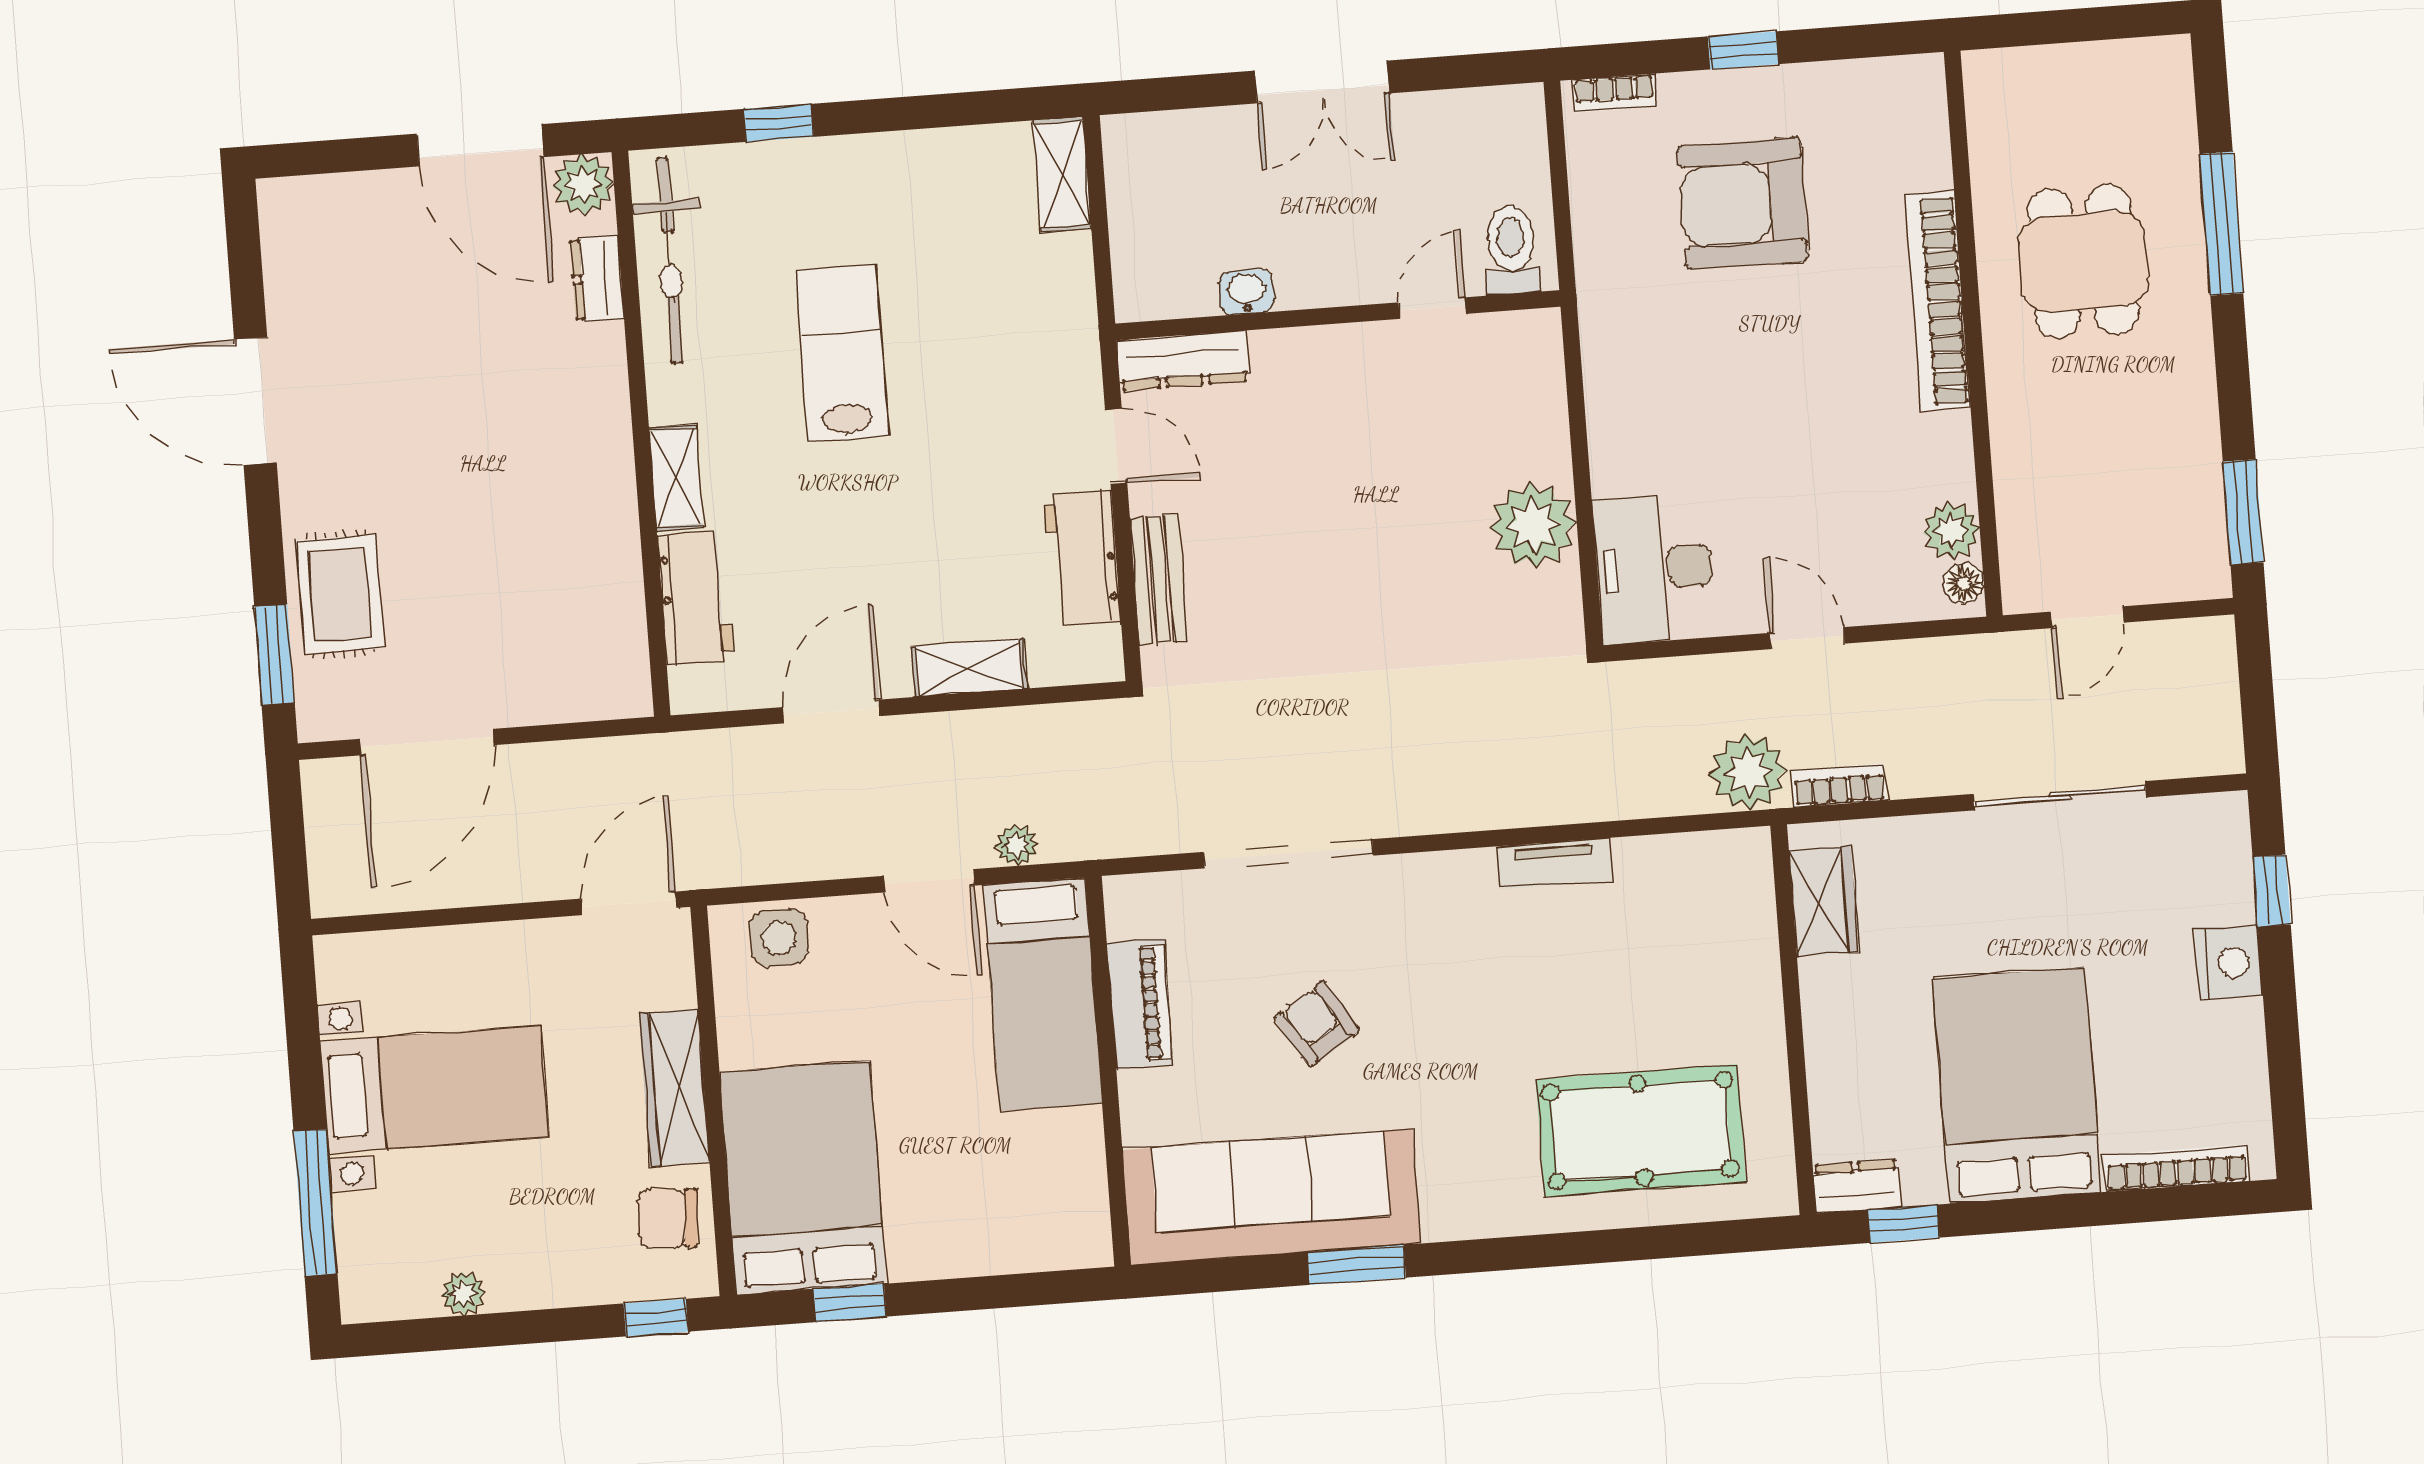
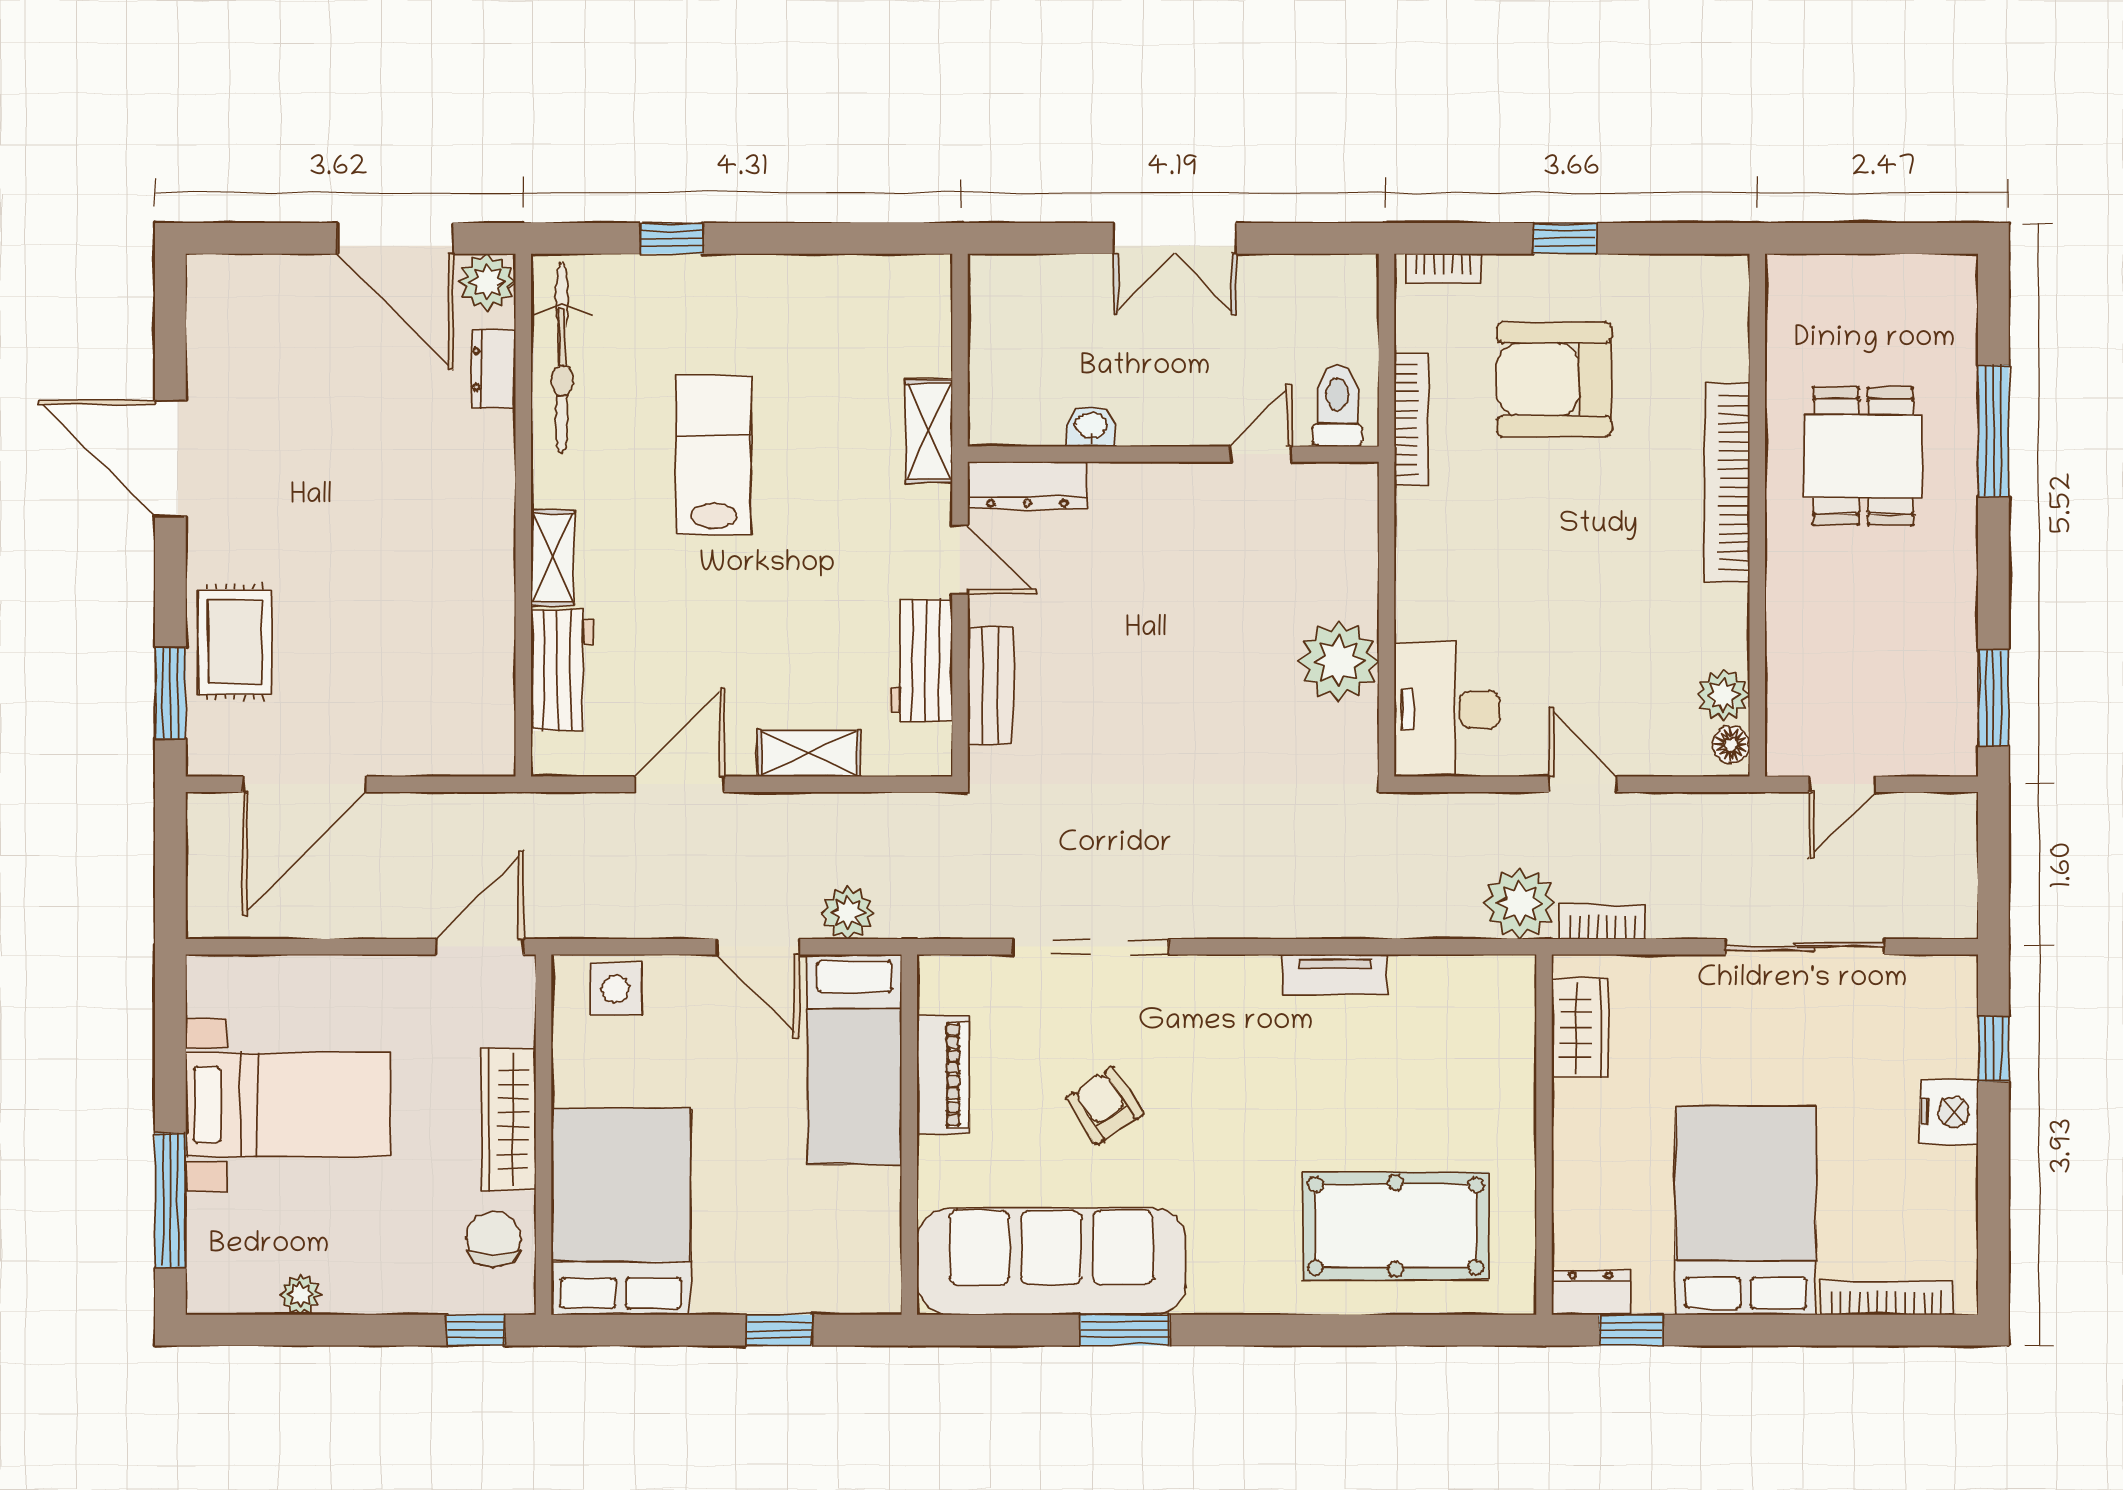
shelving: (1062, 174) -> (929, 431), moved
bookcase: (1592, 258) -> (1411, 419), added
plant: (1017, 845) -> (848, 913), width x1.38, depth x1.38
chair: (668, 1218) -> (493, 1239), turned 86
window: (850, 1303) -> (779, 1330), moved

